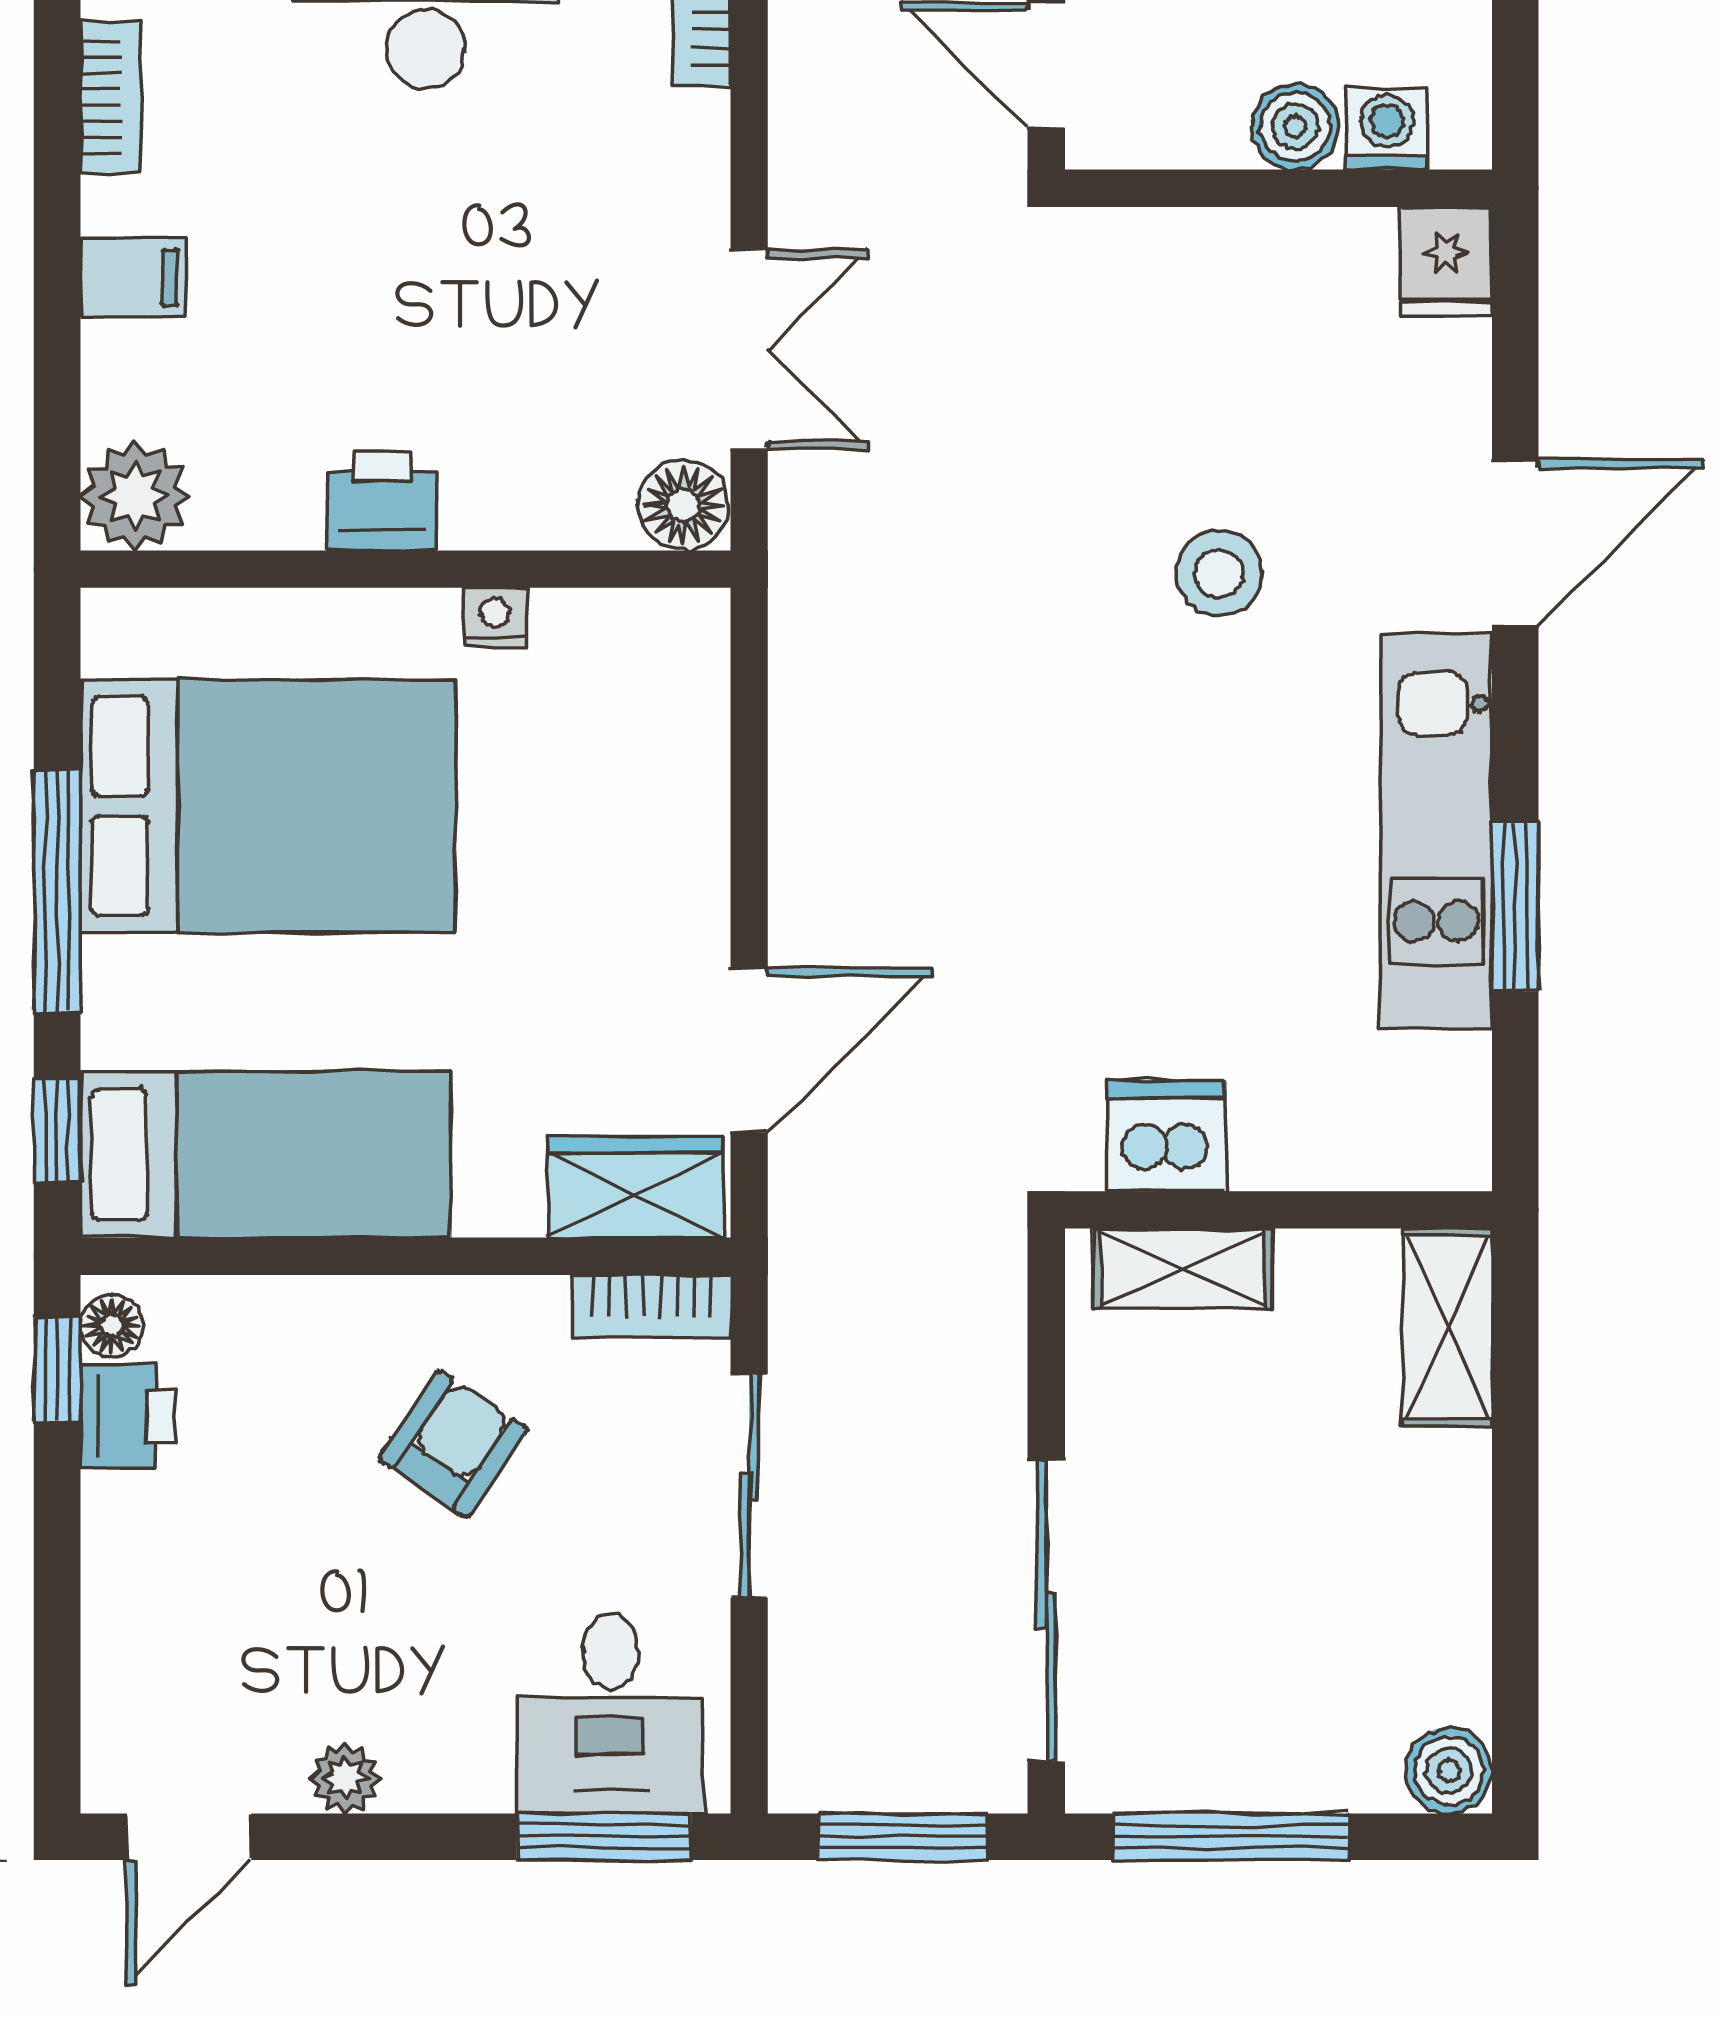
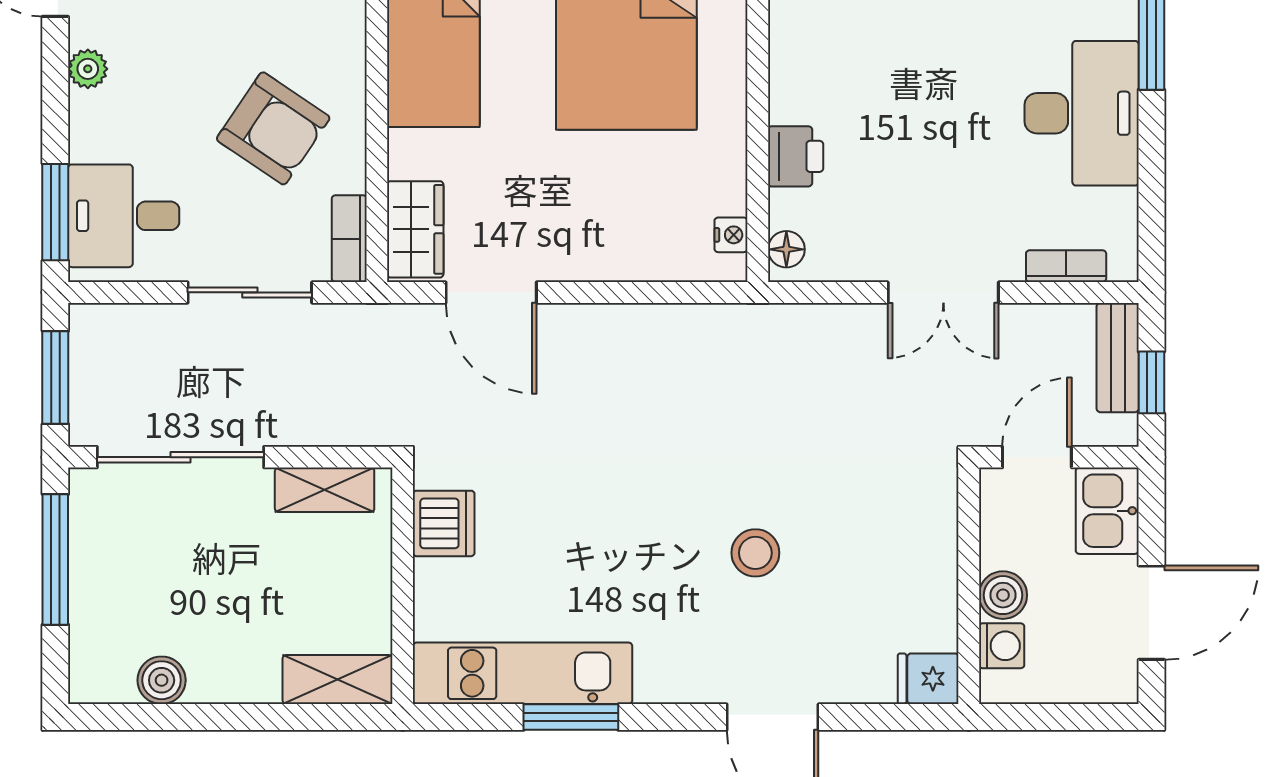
double door: (749, 349) -> (943, 292), moved
printer: (383, 501) -> (796, 156), moved
floor lamp: (683, 505) -> (786, 249), width x0.73, depth x0.73
nightstand: (495, 617) -> (731, 235), moved
kitchen unit: (1436, 830) -> (523, 673), moved
shelving: (1182, 1269) -> (325, 490), moved, turned 90
armchair: (453, 1444) -> (273, 128), width x1.38, depth x1.38
boiler: (1449, 1770) -> (162, 680), moved

